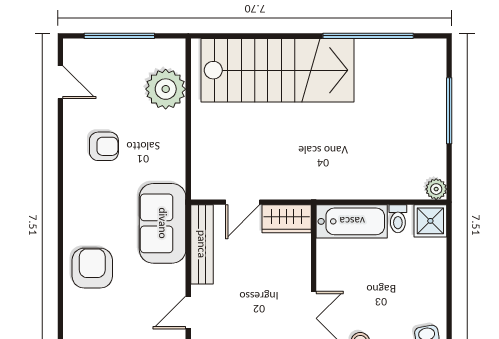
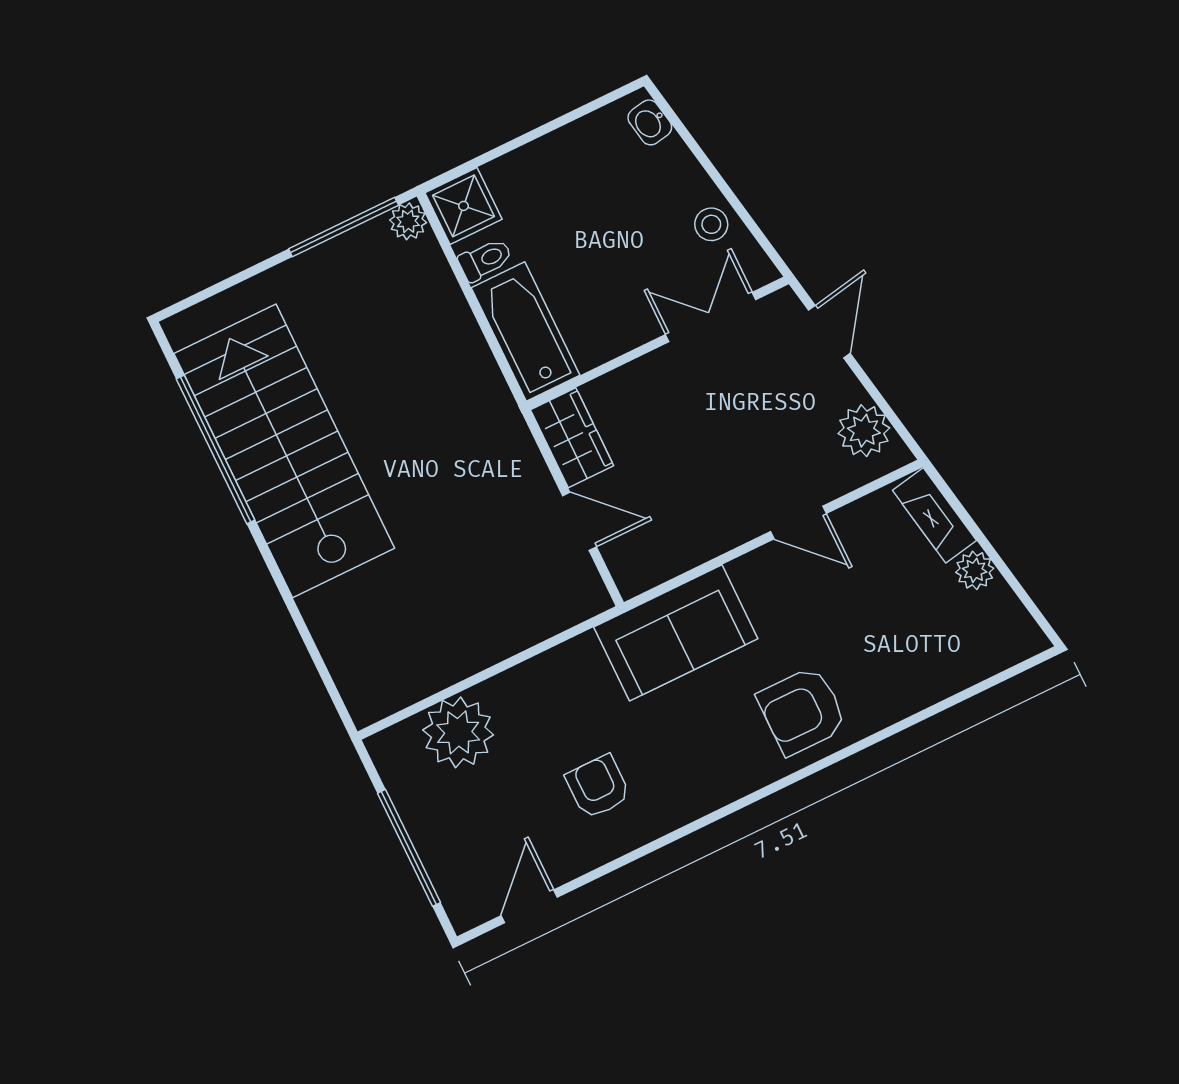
stairs: (277, 70) -> (284, 451), moved
window: (449, 111) -> (344, 227), moved
bench: (202, 244) -> (679, 553), removed

